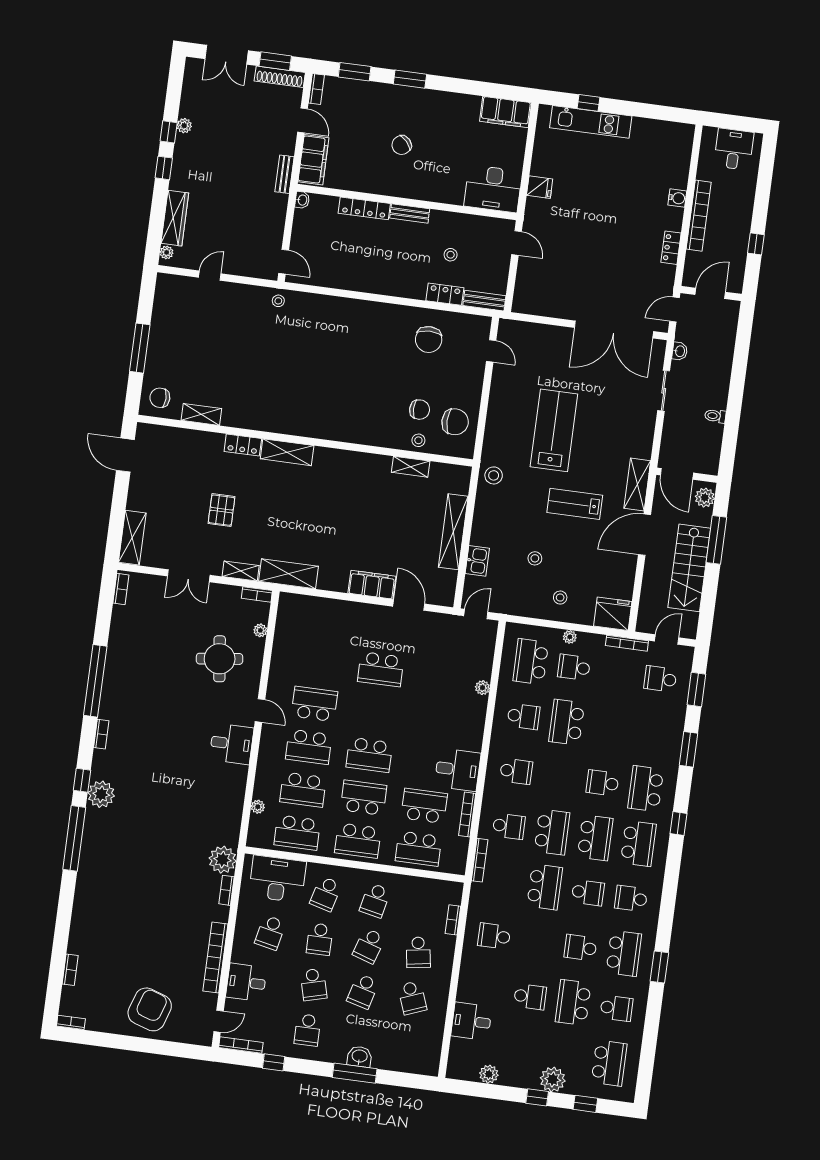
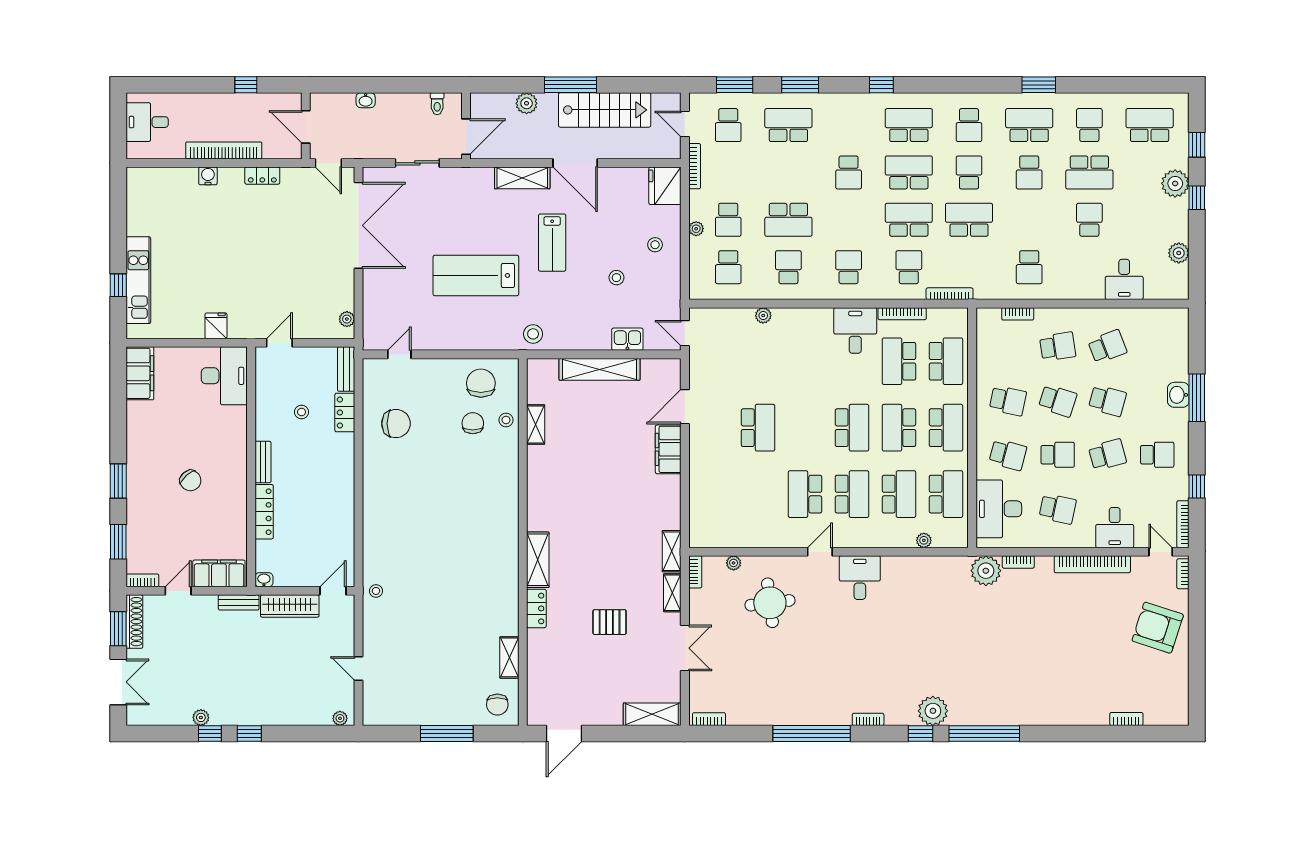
wardrobe: (175, 218) -> (290, 606), moved, turned 180
plant: (530, 307) -> (347, 319), added
washbasin: (680, 351) -> (366, 100), moved, turned 180
door: (677, 474) -> (466, 137), moved
wall: (687, 475) -> (466, 126), moved
shelving: (288, 574) -> (672, 551), width x0.67, depth x0.75
school desk: (531, 662) -> (728, 267), width x0.54
school desk: (646, 789) -> (788, 125), moved, turned 180
bookcase: (71, 1022) -> (1183, 574), moved

